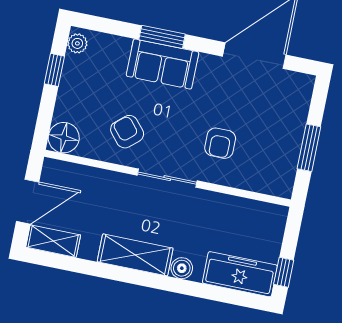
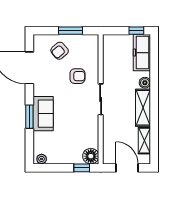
window: (54, 70) -> (82, 168), moved
armchair: (127, 132) -> (60, 51), moved
shelving: (53, 241) -> (144, 141), moved

